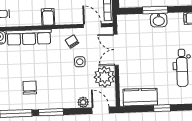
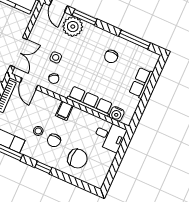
plant: (104, 77) -> (41, 33), removed
plant: (83, 102) -> (73, 27), width x1.87, depth x1.87
window: (51, 112) -> (85, 17), moved

